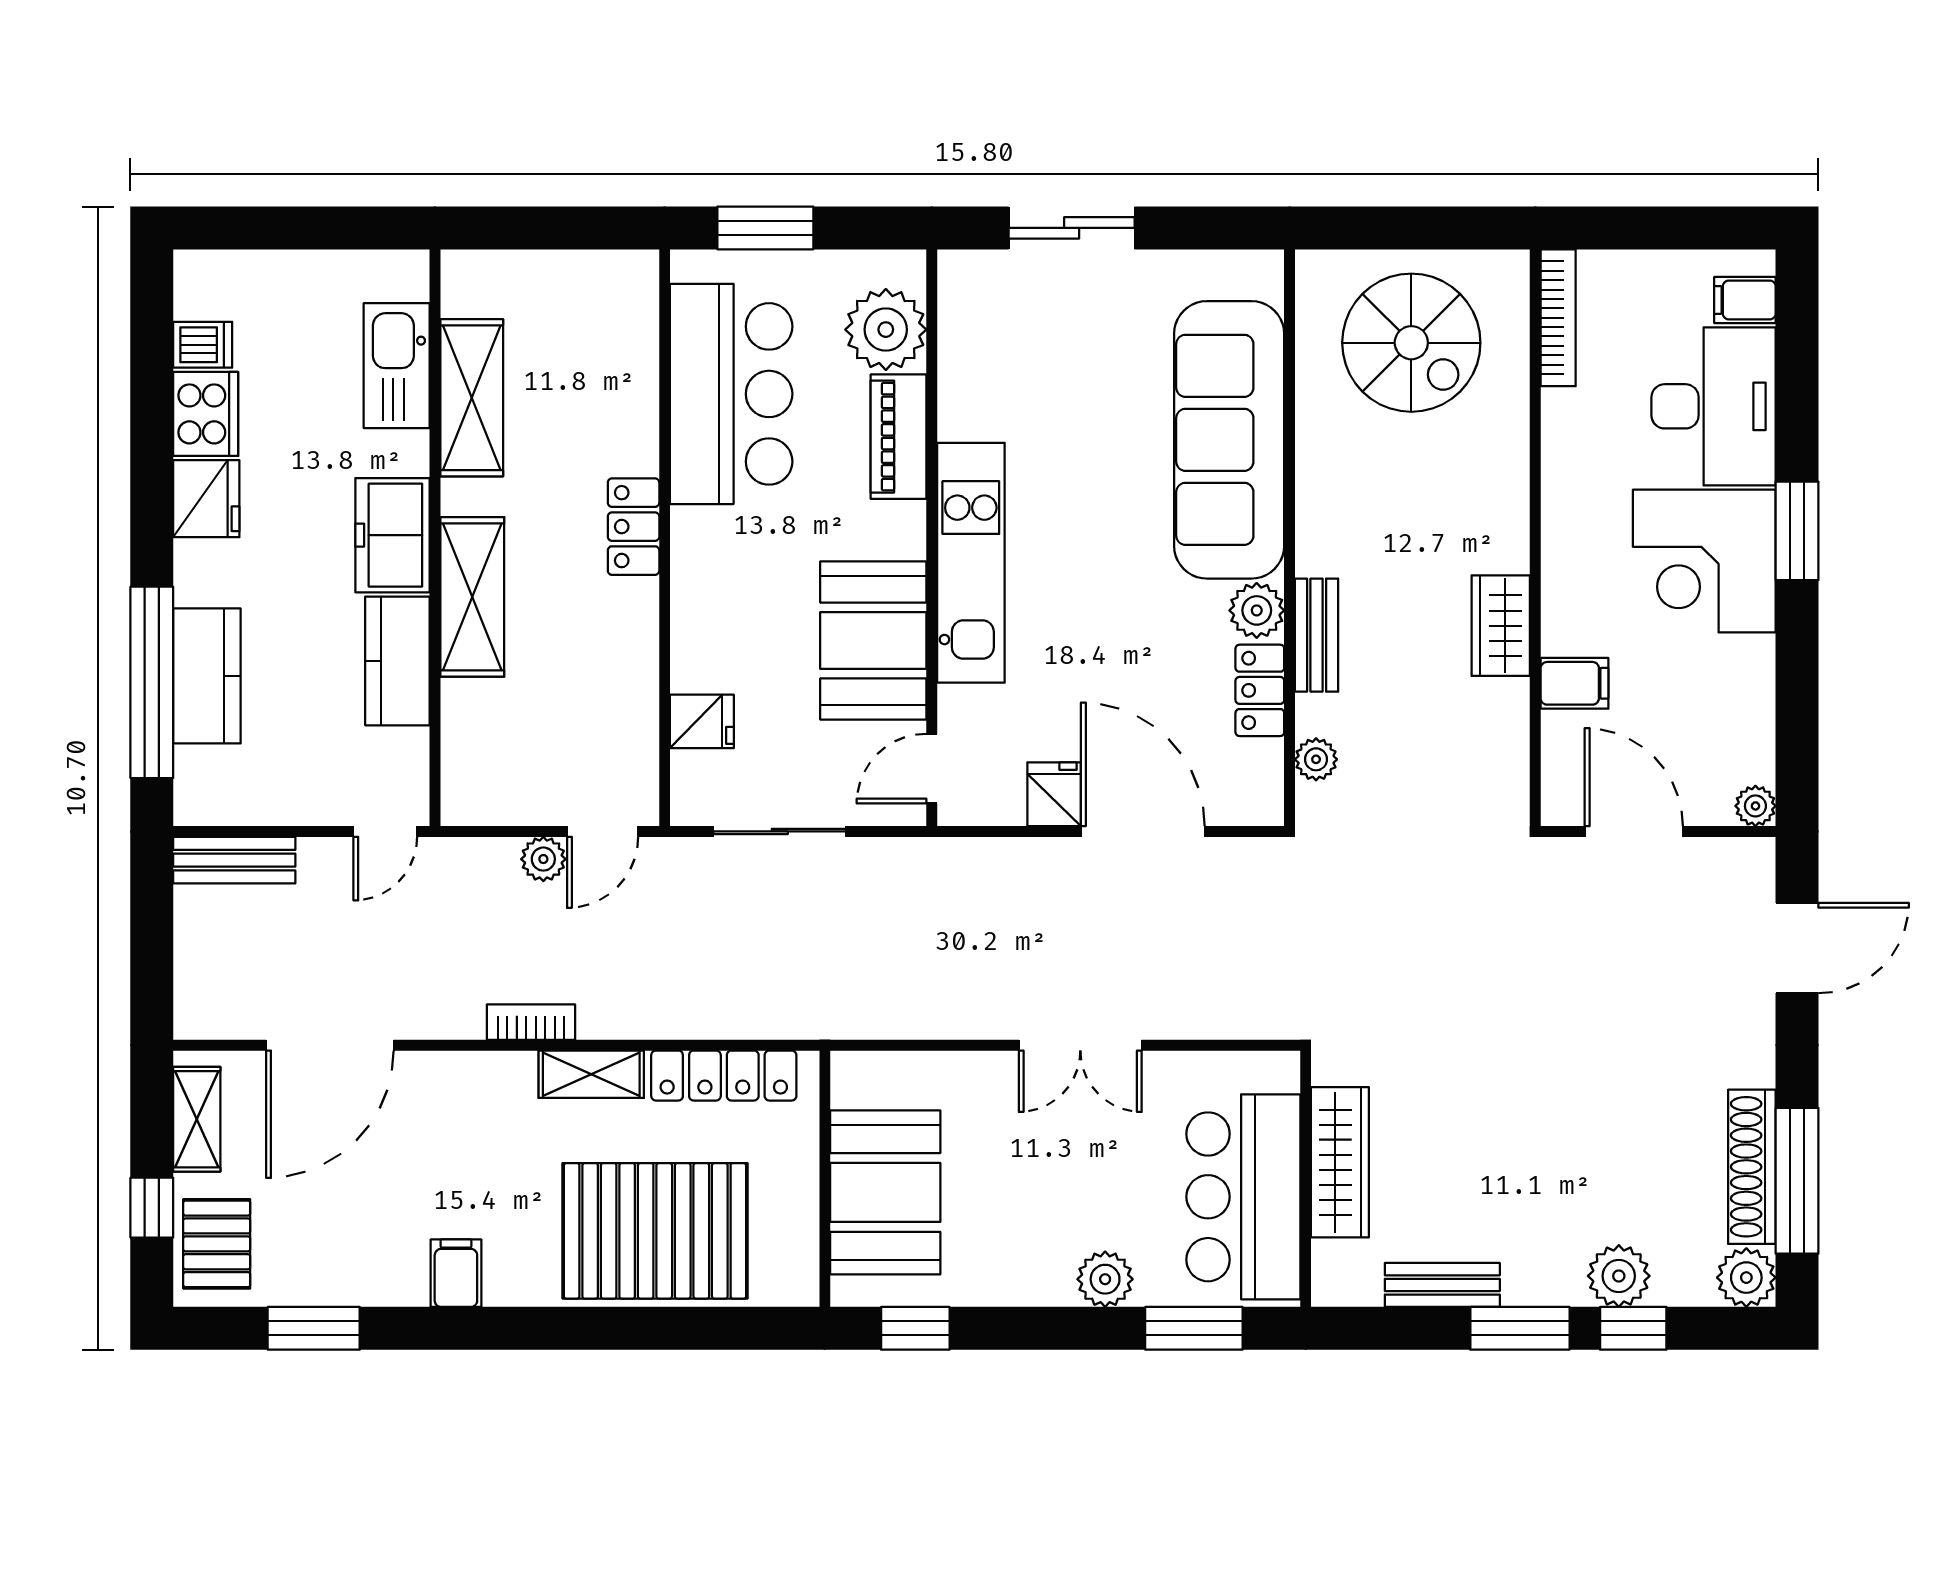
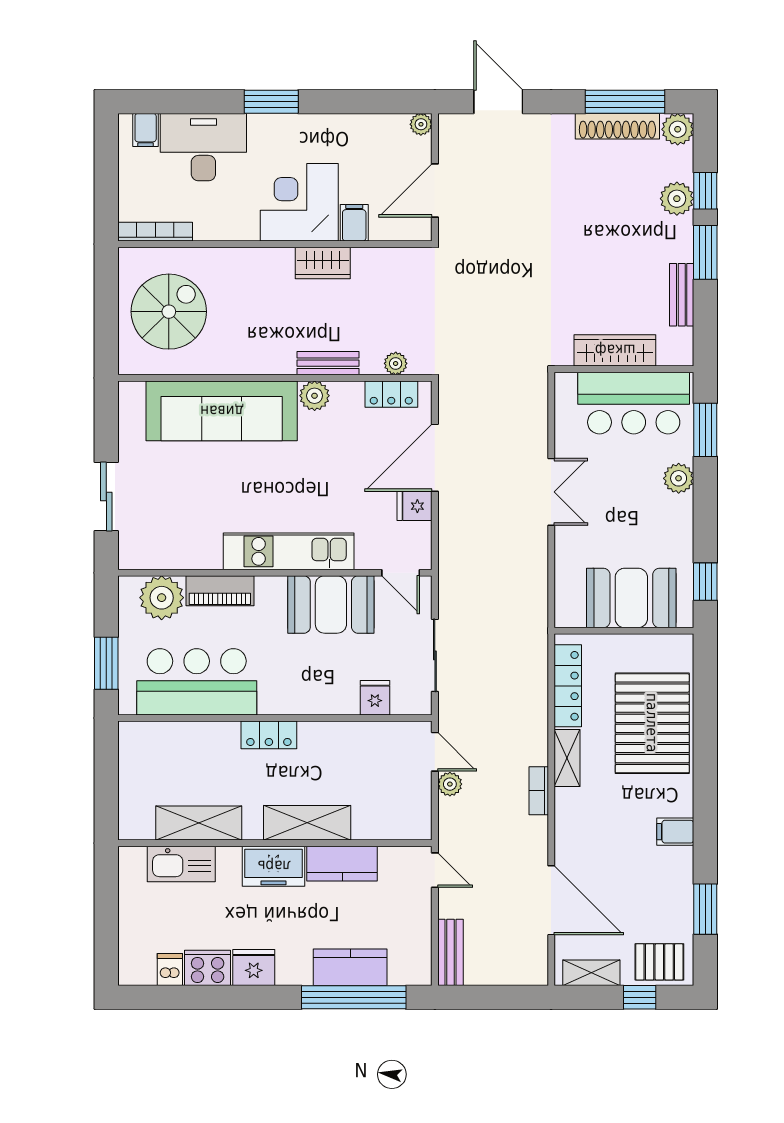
corner desk: (1704, 561) -> (299, 202), moved, turned 180
locker: (1260, 690) -> (391, 394), moved

